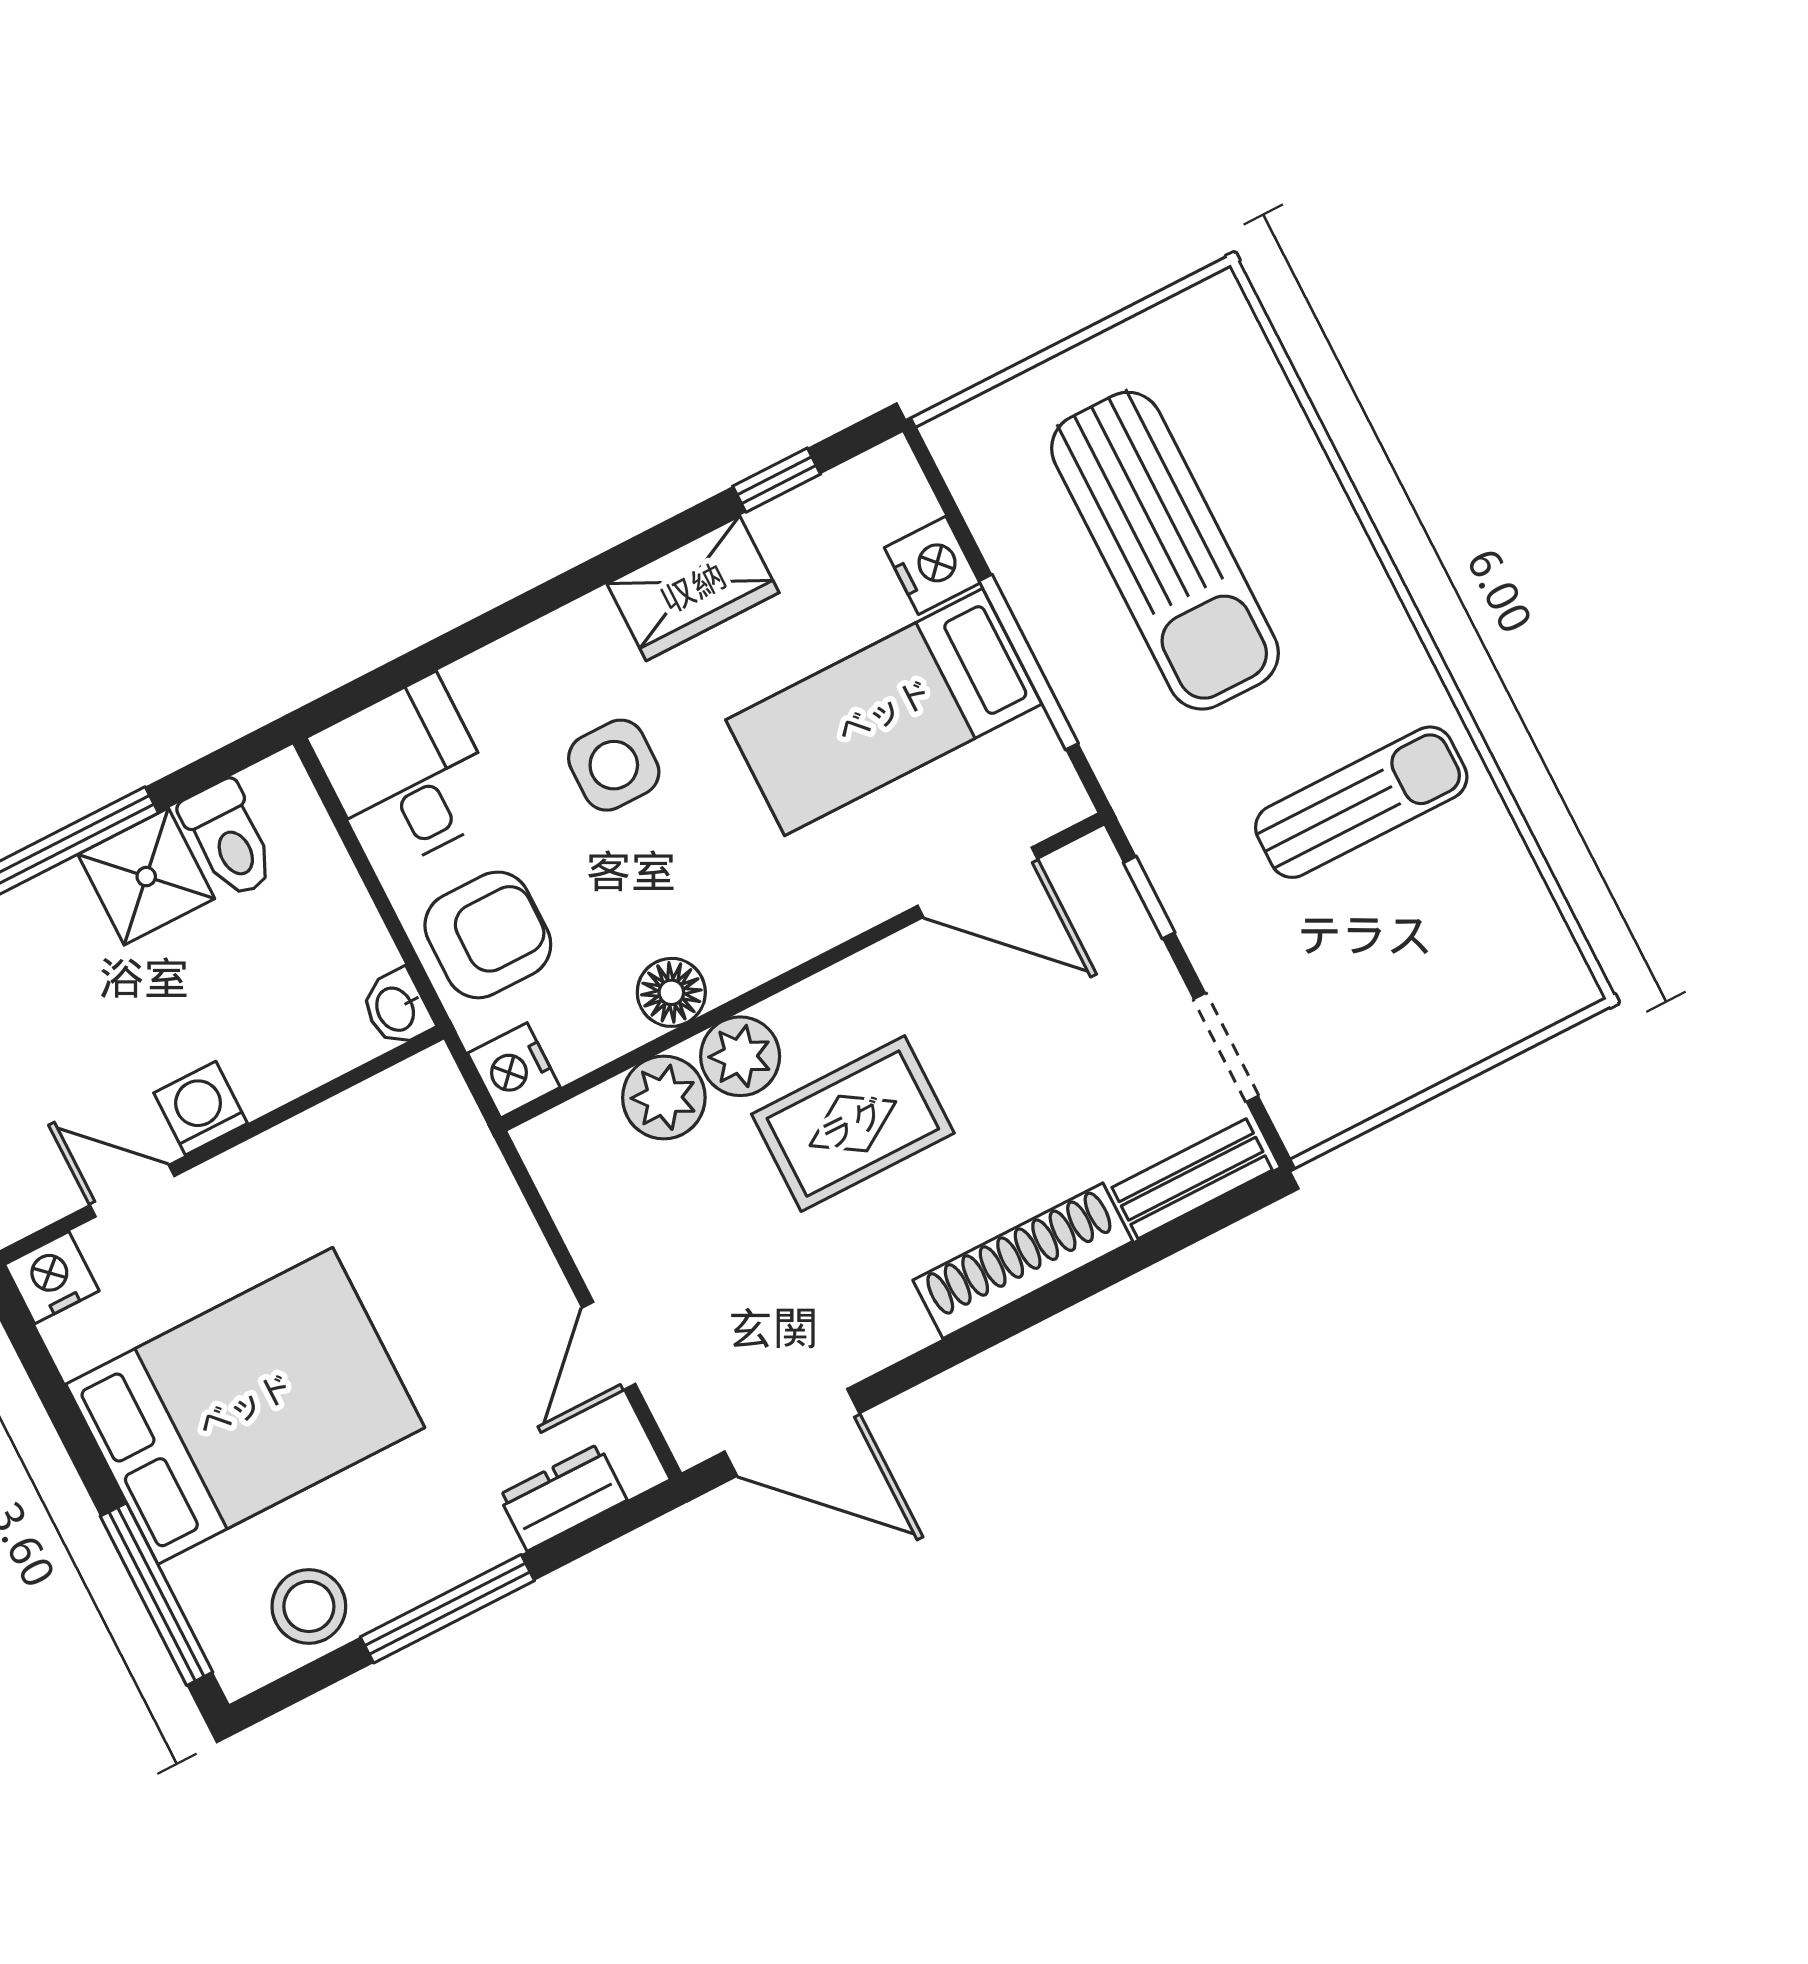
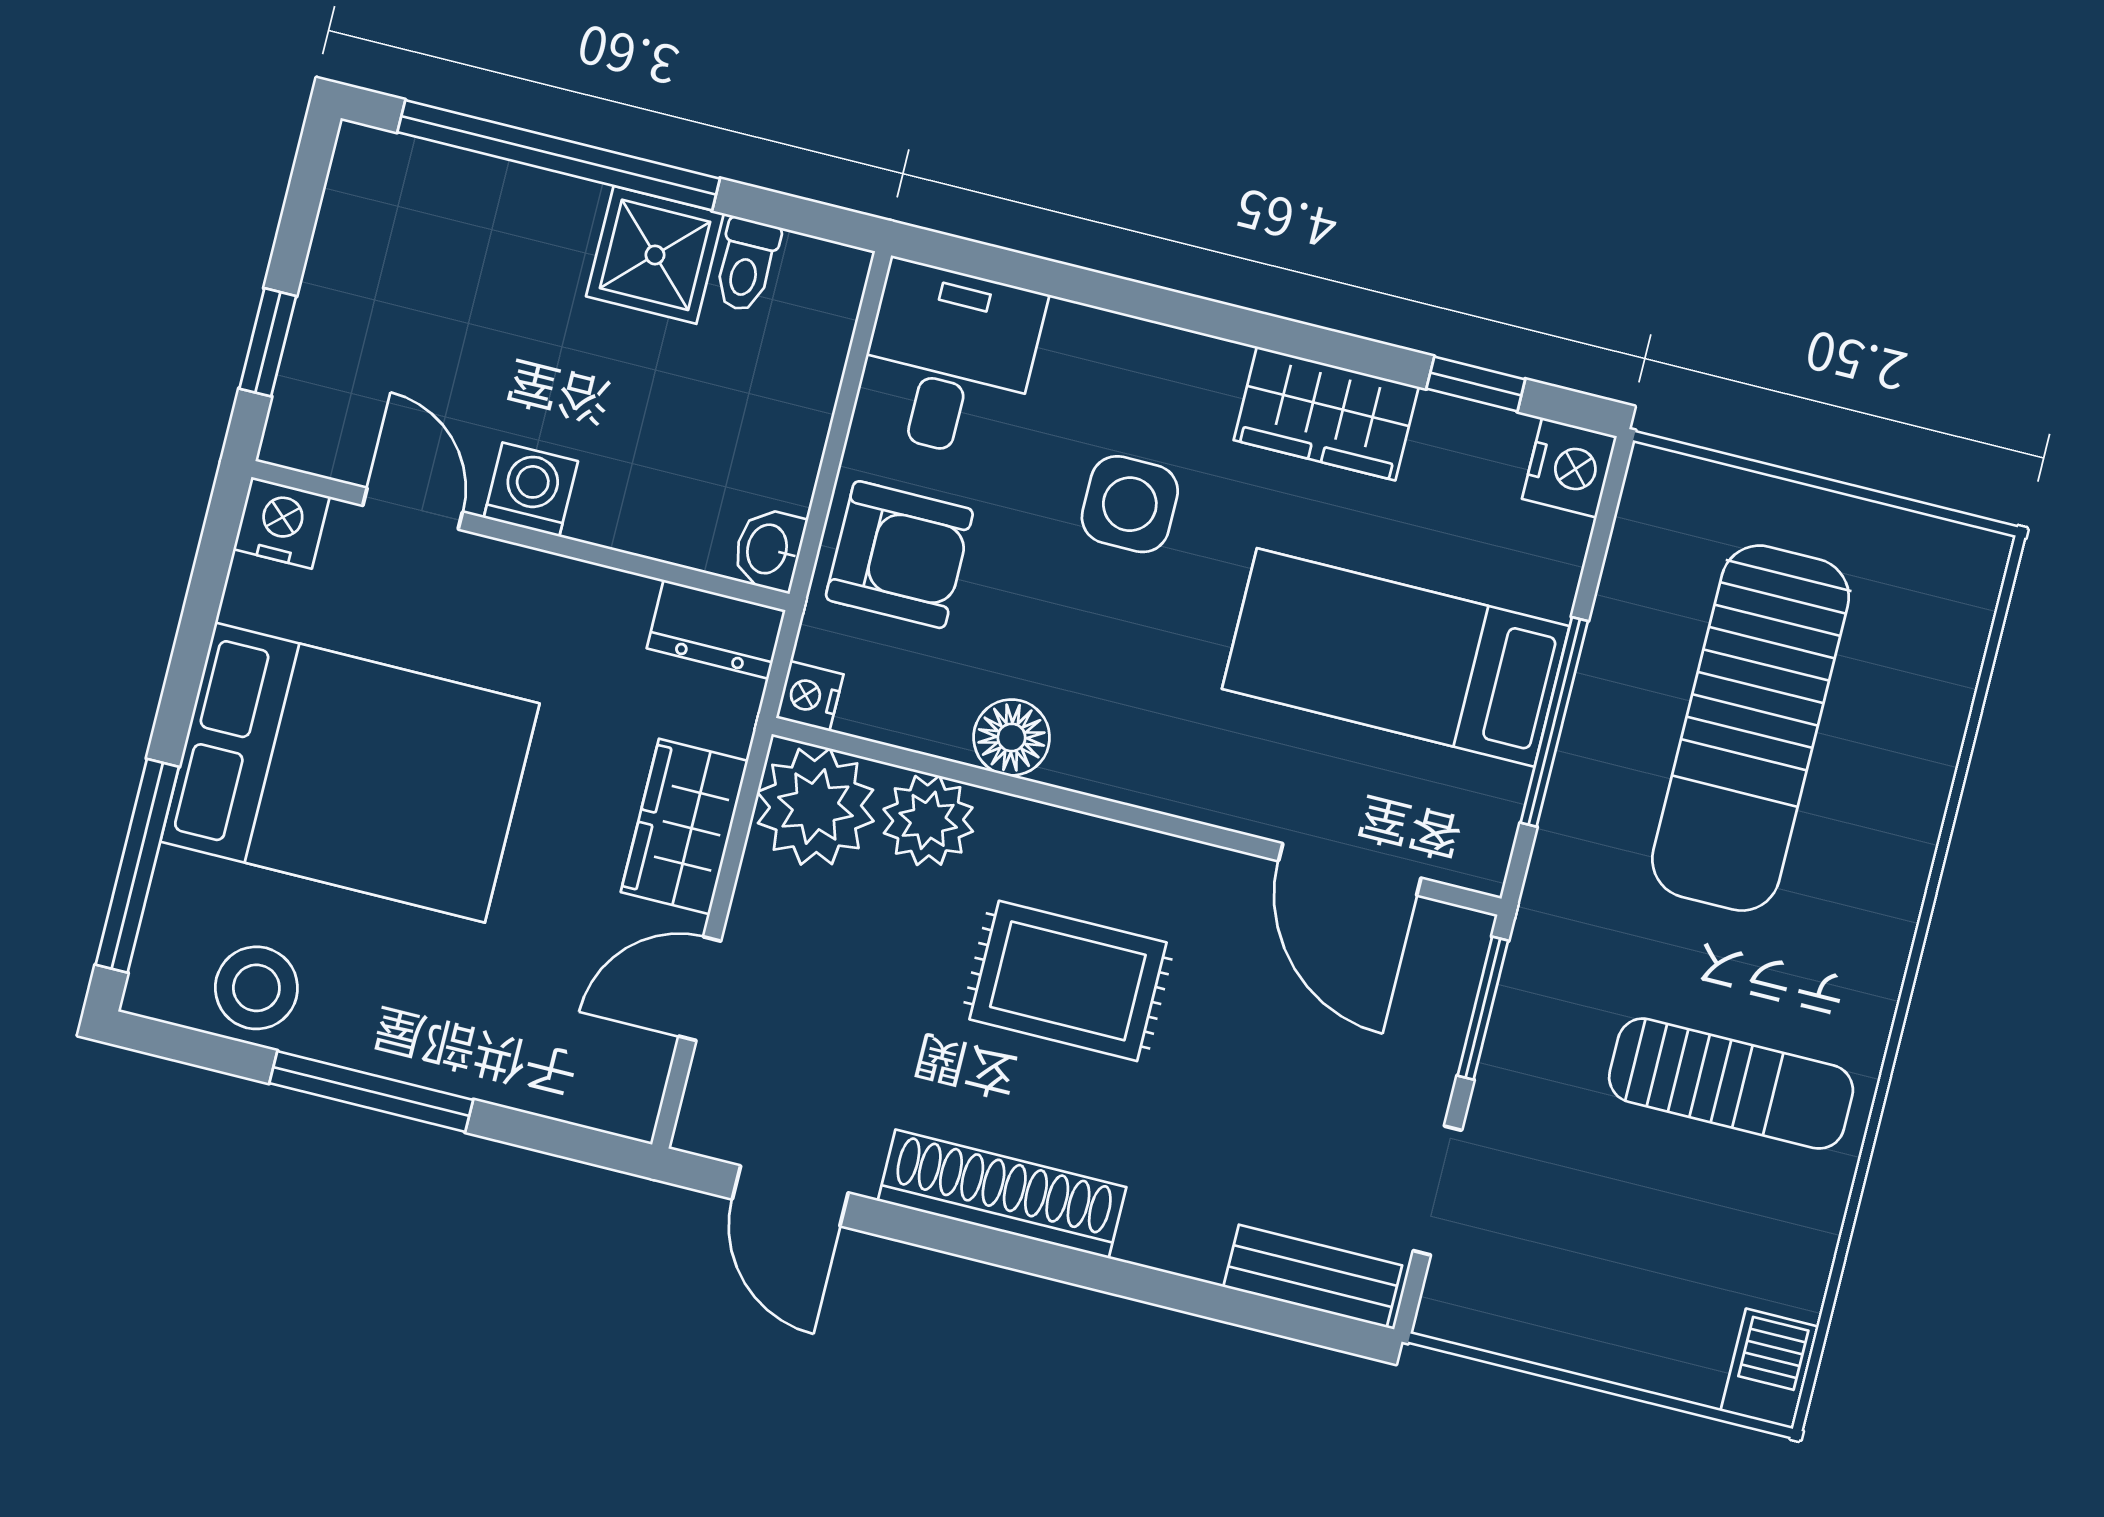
nightstand: (932, 565) -> (1569, 468), moved
toilet: (229, 839) -> (746, 265), width x0.73, depth x0.72
window: (1149, 898) -> (1483, 1008), width x1.50
barbecue: (1555, 972) -> (1770, 1369), added
plant: (740, 1056) -> (815, 807), moved, width x1.36, depth x1.36
nightstand: (514, 1070) -> (810, 696), width x0.72, depth x0.74
wardrobe: (503, 1245) -> (684, 827), added
shoe rack: (1023, 1261) -> (1002, 1194), moved
door: (792, 1432) -> (790, 1196), width x0.73
dresser: (563, 1498) -> (716, 629), moved, turned 180

